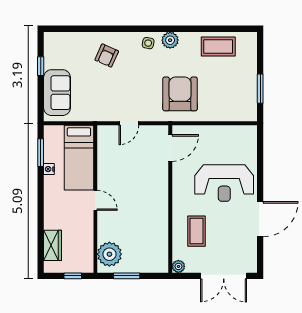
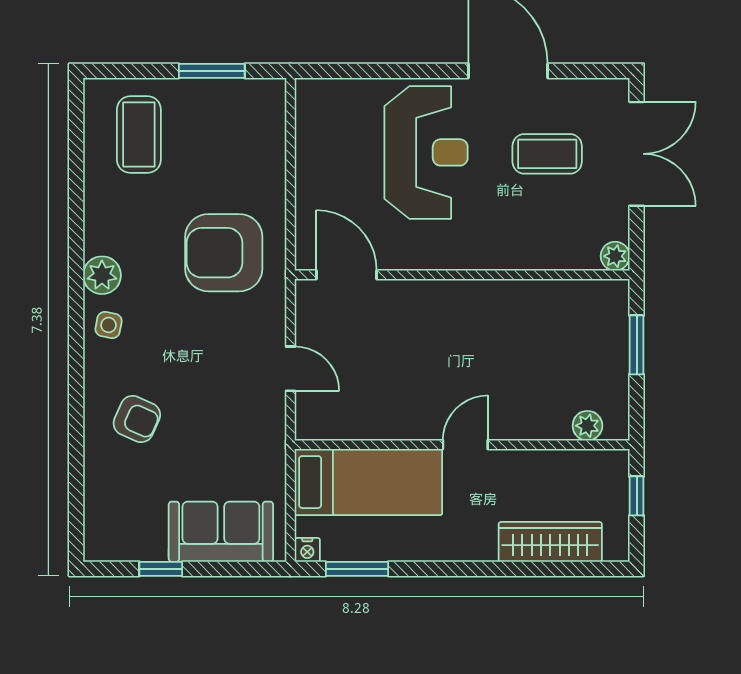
coffee table: (218, 46) -> (139, 135), moved
nightstand: (49, 169) -> (307, 550), moved
coffee table: (196, 231) -> (547, 154), moved
wardrobe: (52, 245) -> (550, 542), width x1.50
plant: (109, 254) -> (587, 426), width x0.53, depth x0.53
window: (127, 276) -> (637, 345), moved

